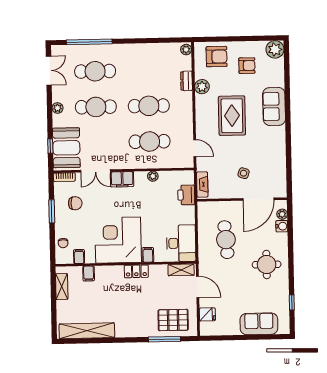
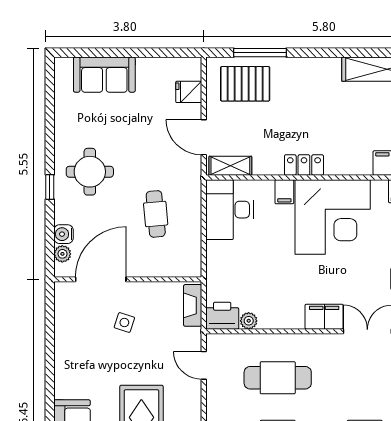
plant: (153, 176) -> (249, 321), moved
printer: (186, 195) -> (222, 316), moved, turned -90
cafe table: (226, 240) -> (156, 214), width x0.73, depth x0.74
window: (292, 302) -> (50, 187), moved

